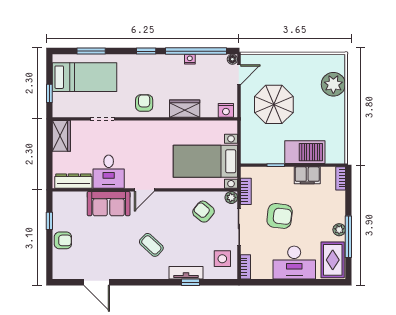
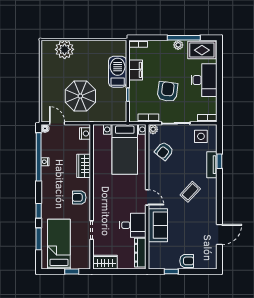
window: (146, 51) -> (39, 211), moved
armchair: (63, 240) -> (187, 261), turned 90

